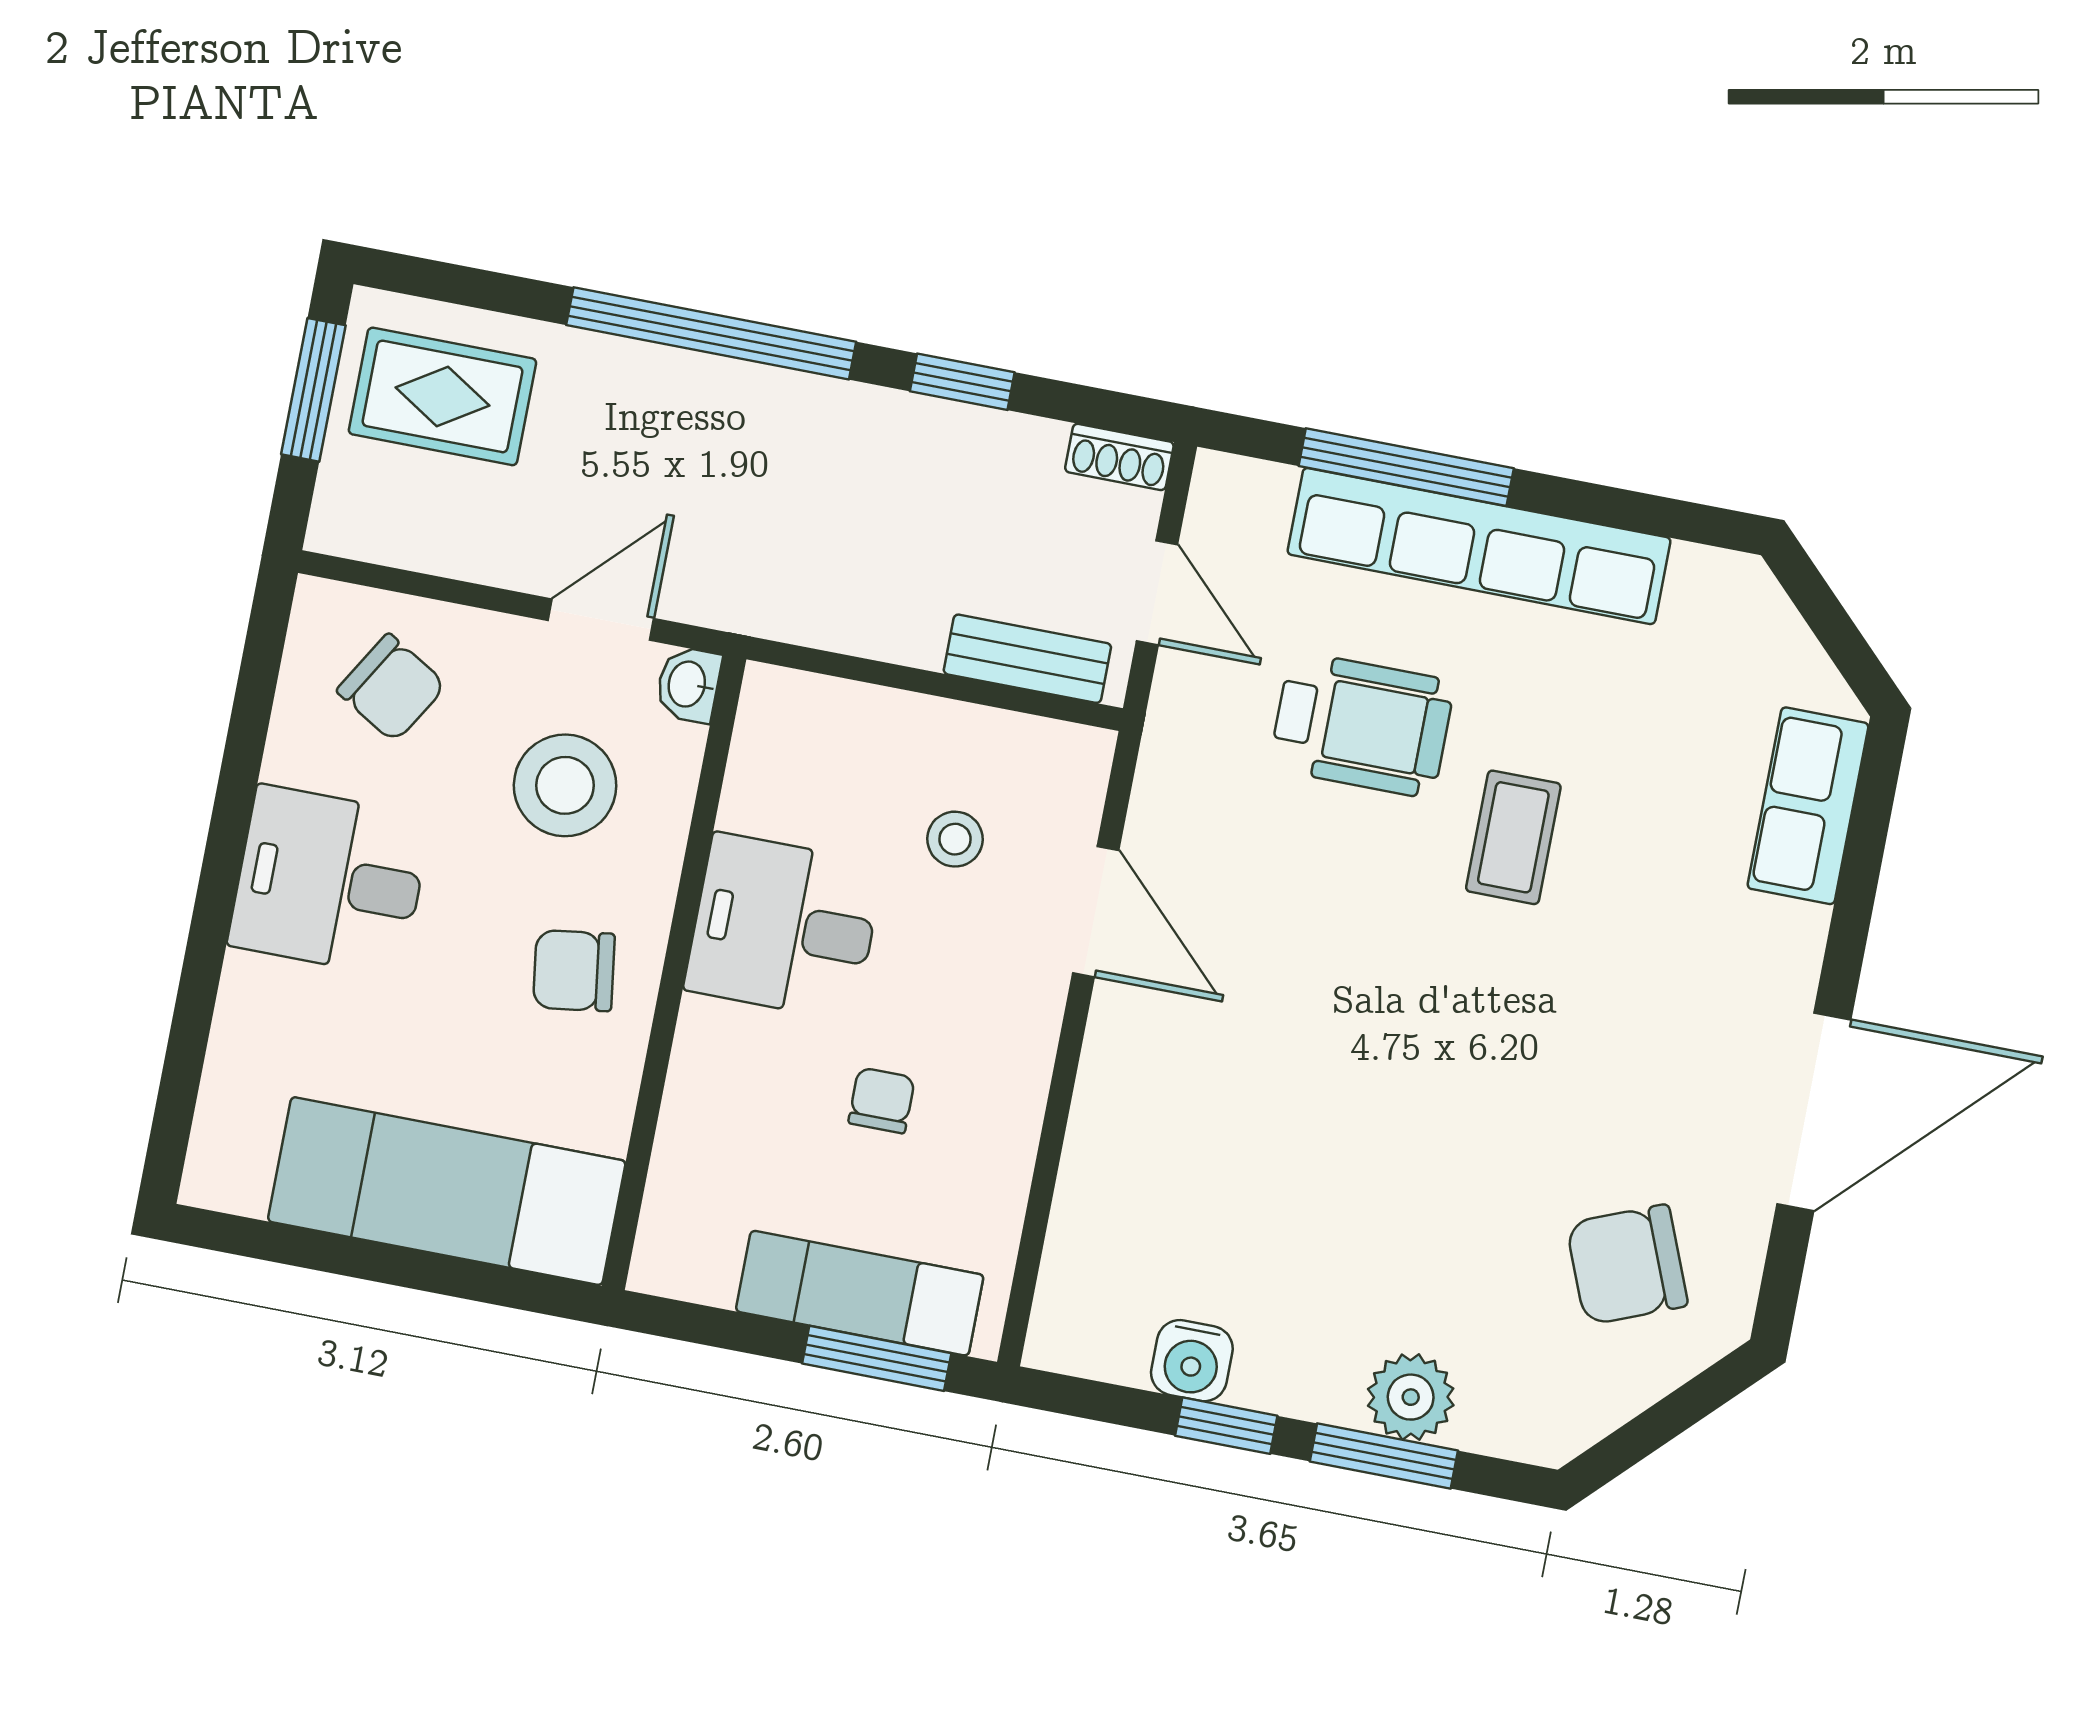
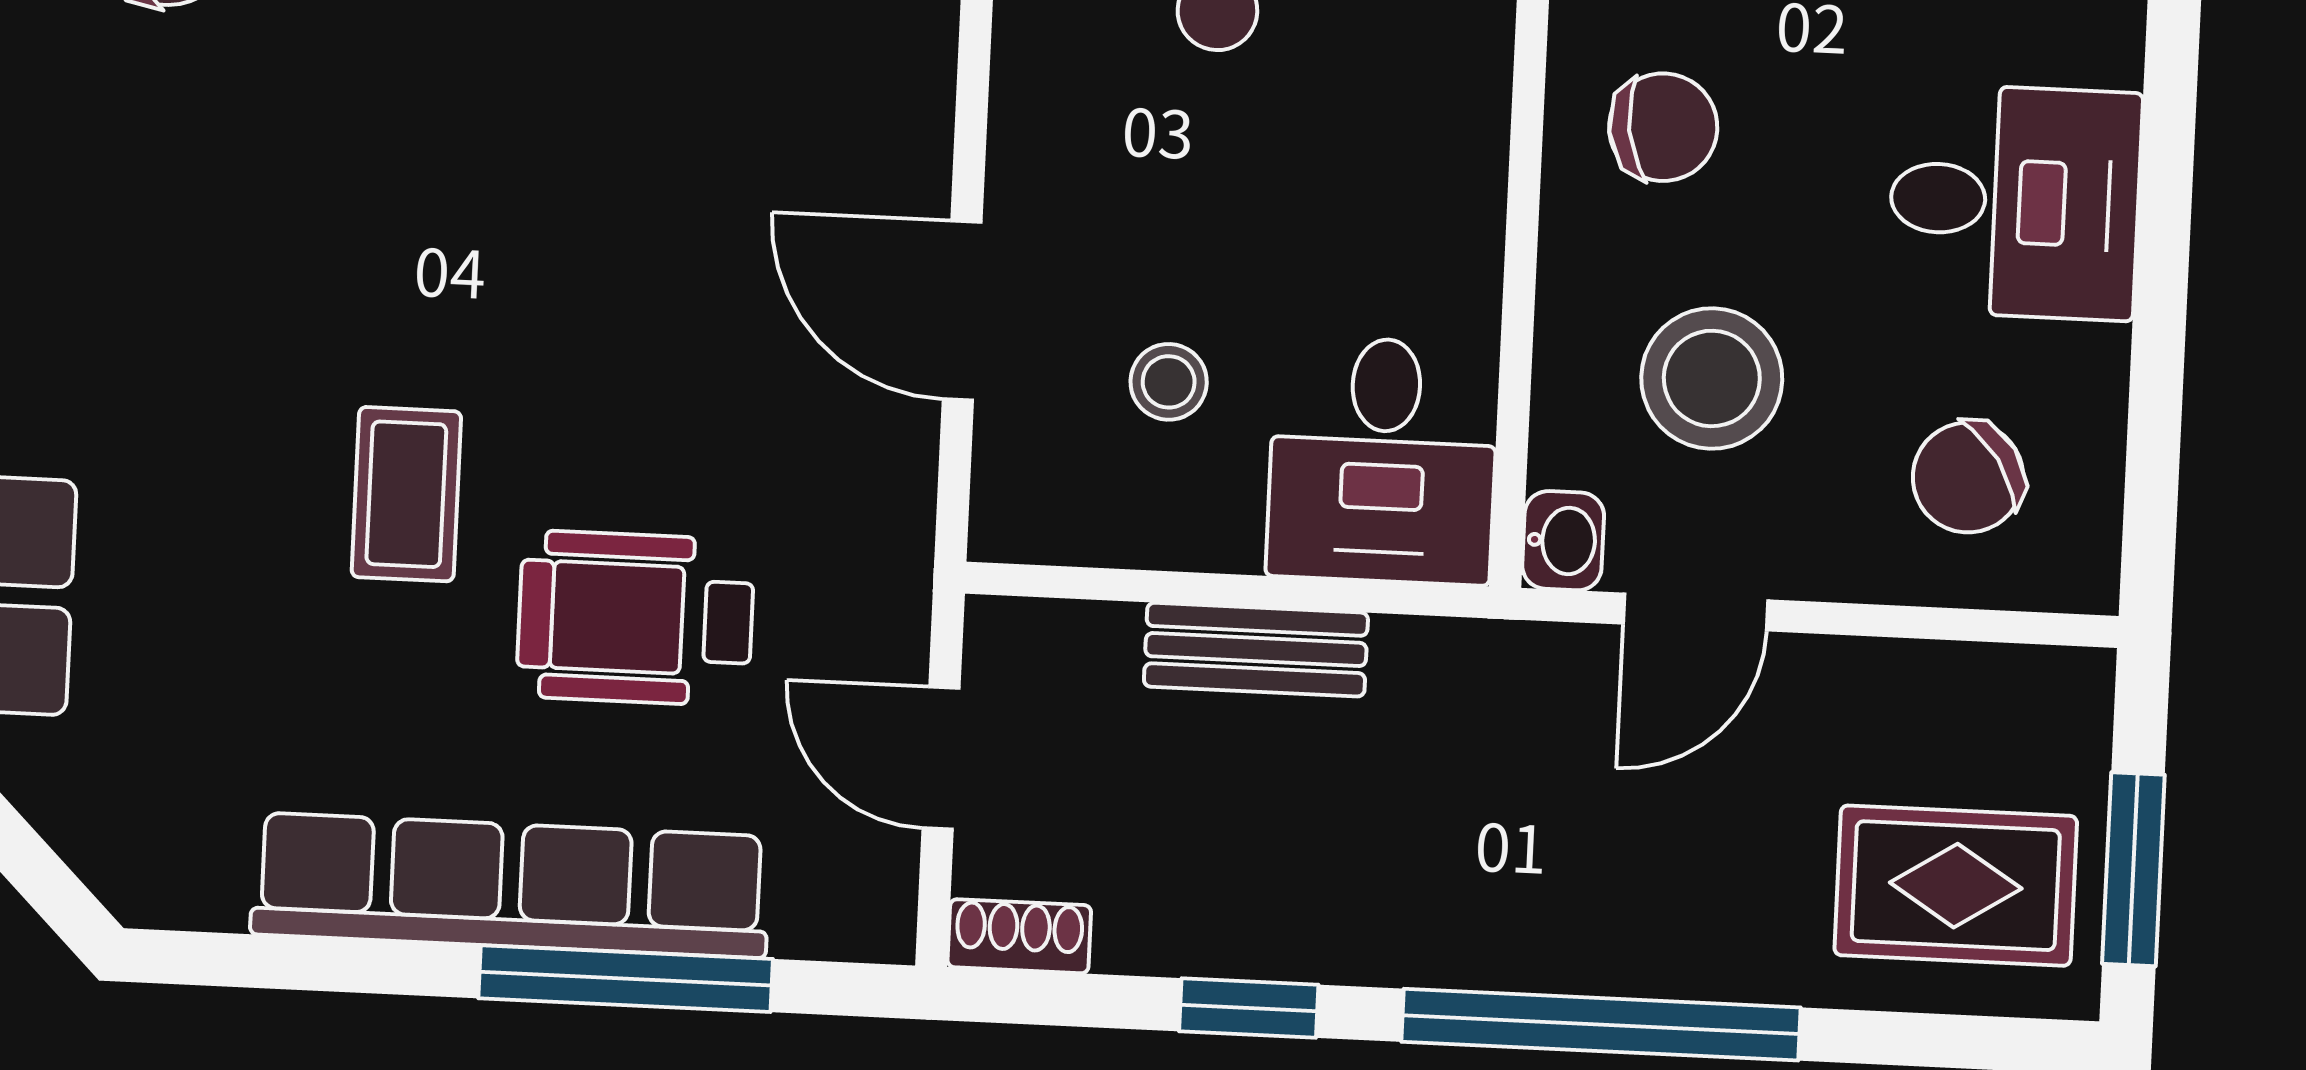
bench: (1027, 659) -> (1256, 650), moved
chair: (391, 688) -> (1968, 477), turned -65
desk: (784, 927) -> (1383, 460), moved, turned 90

